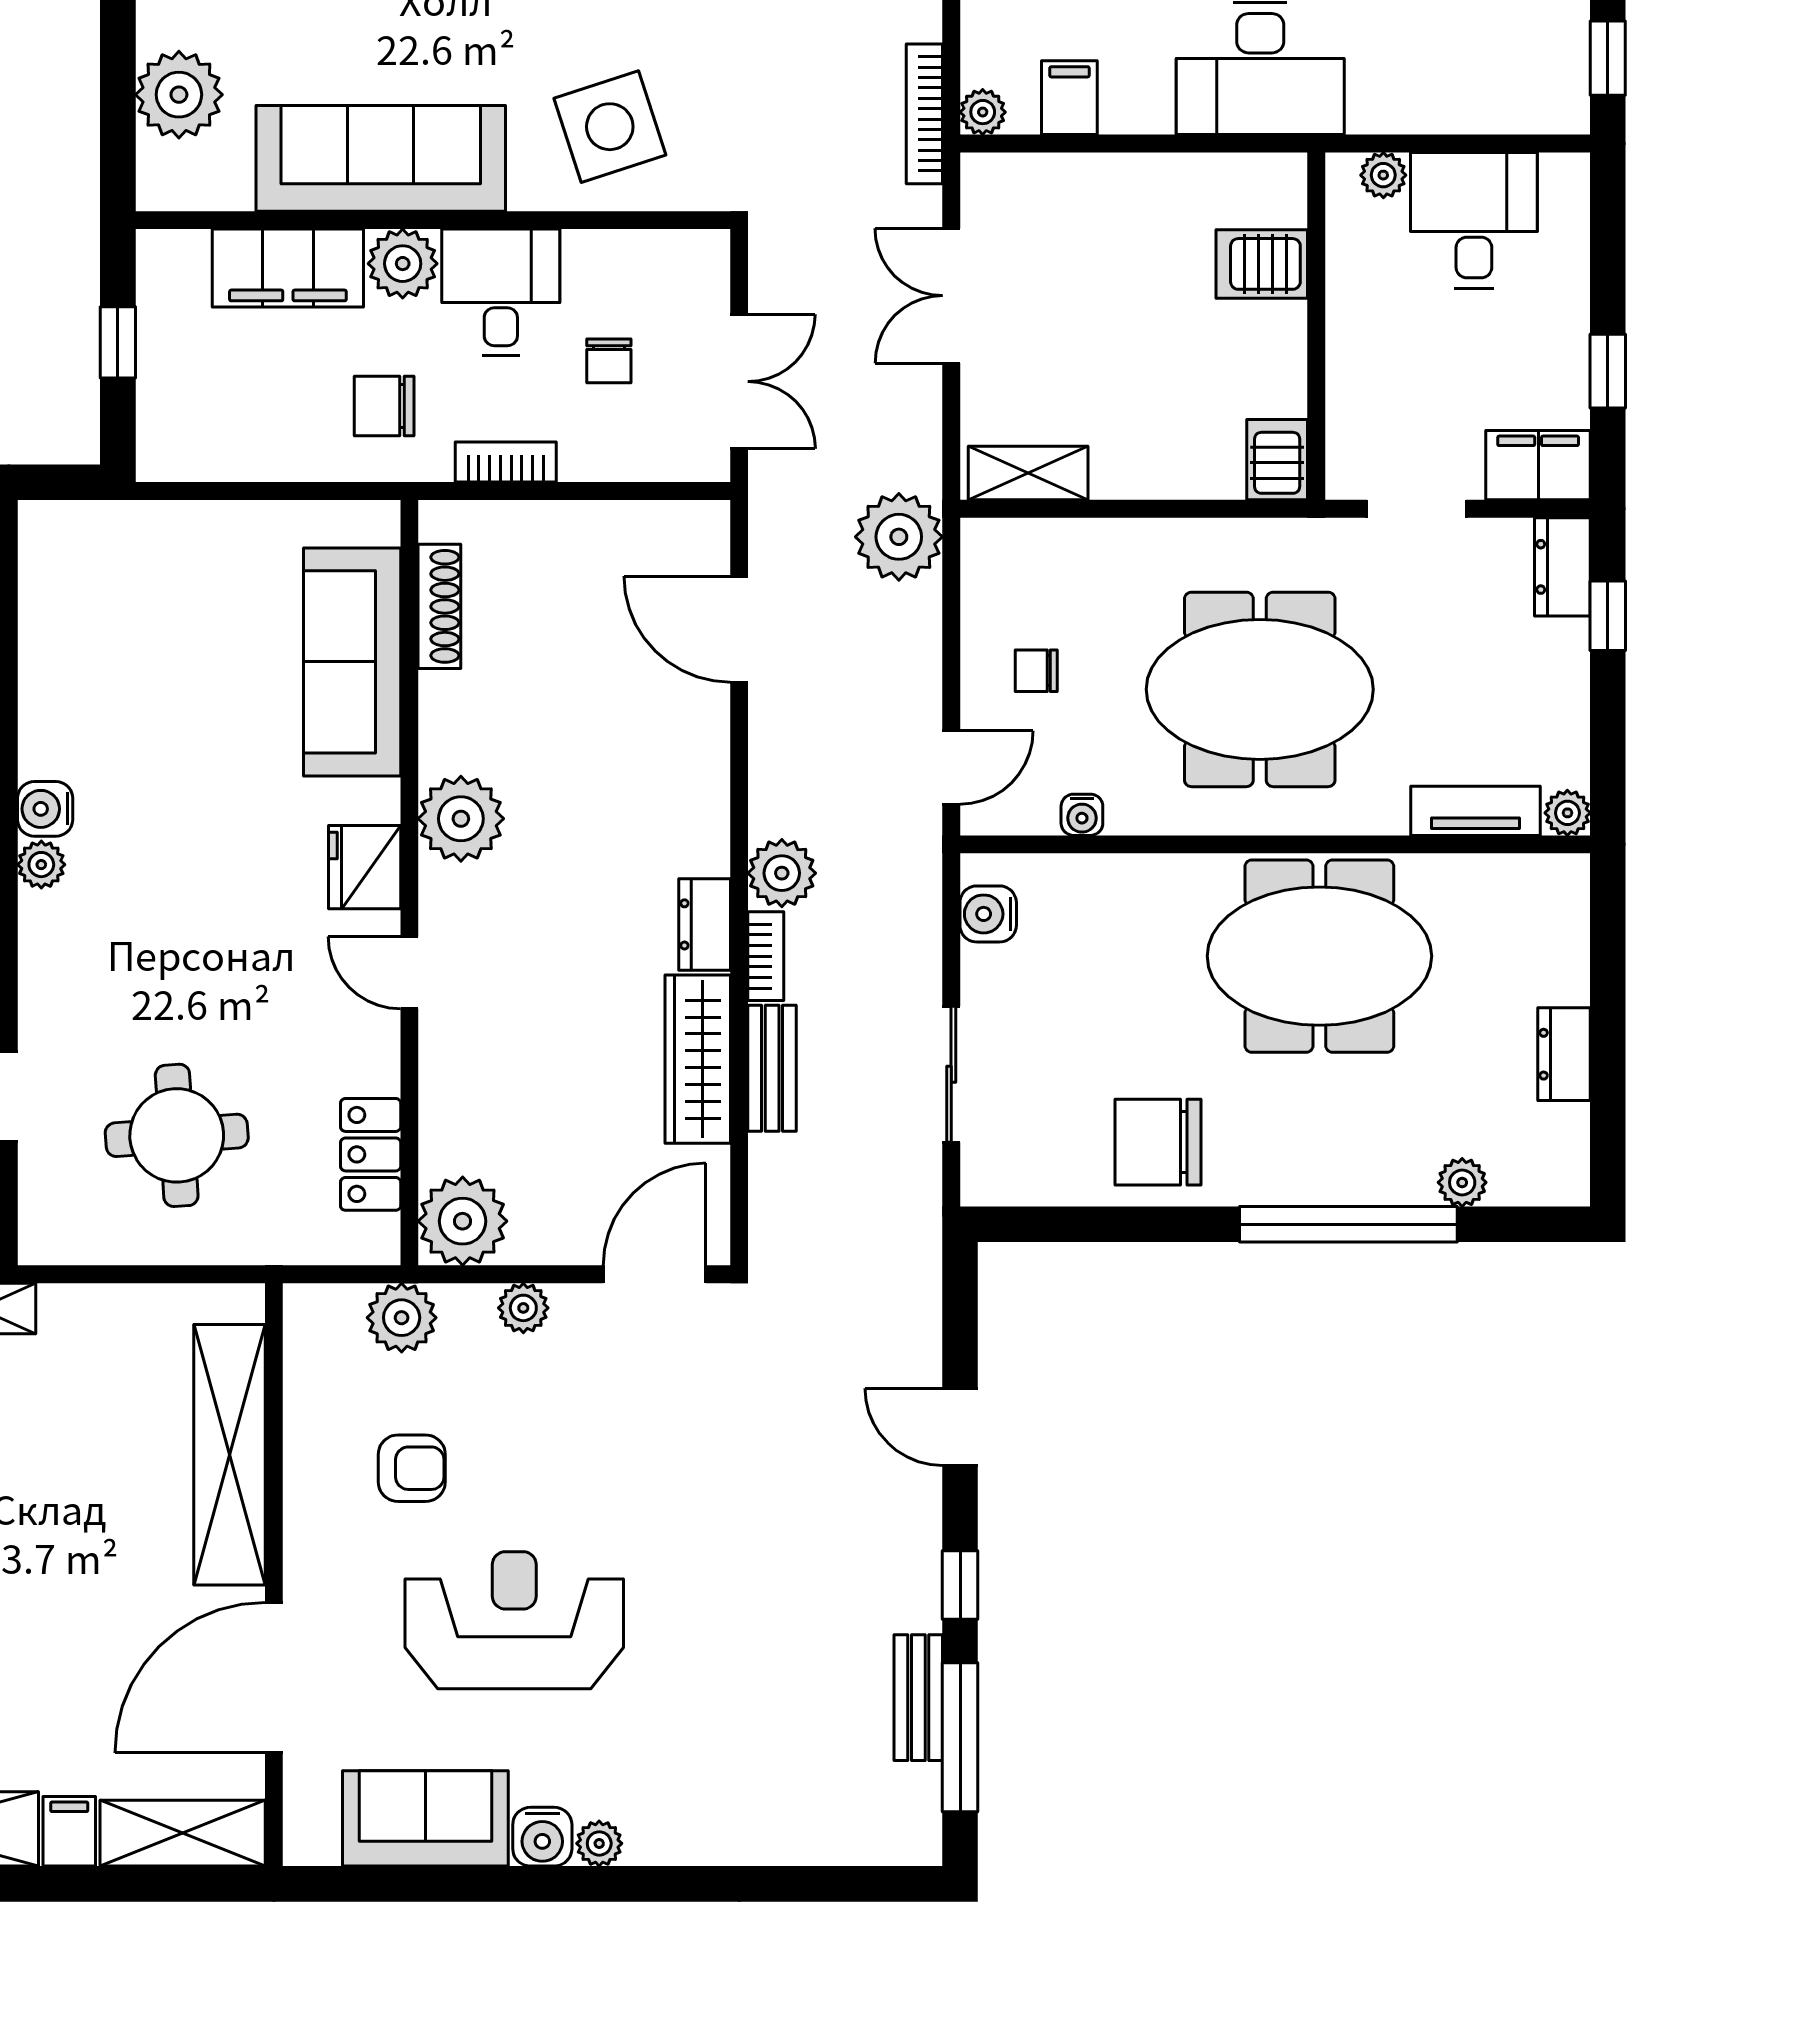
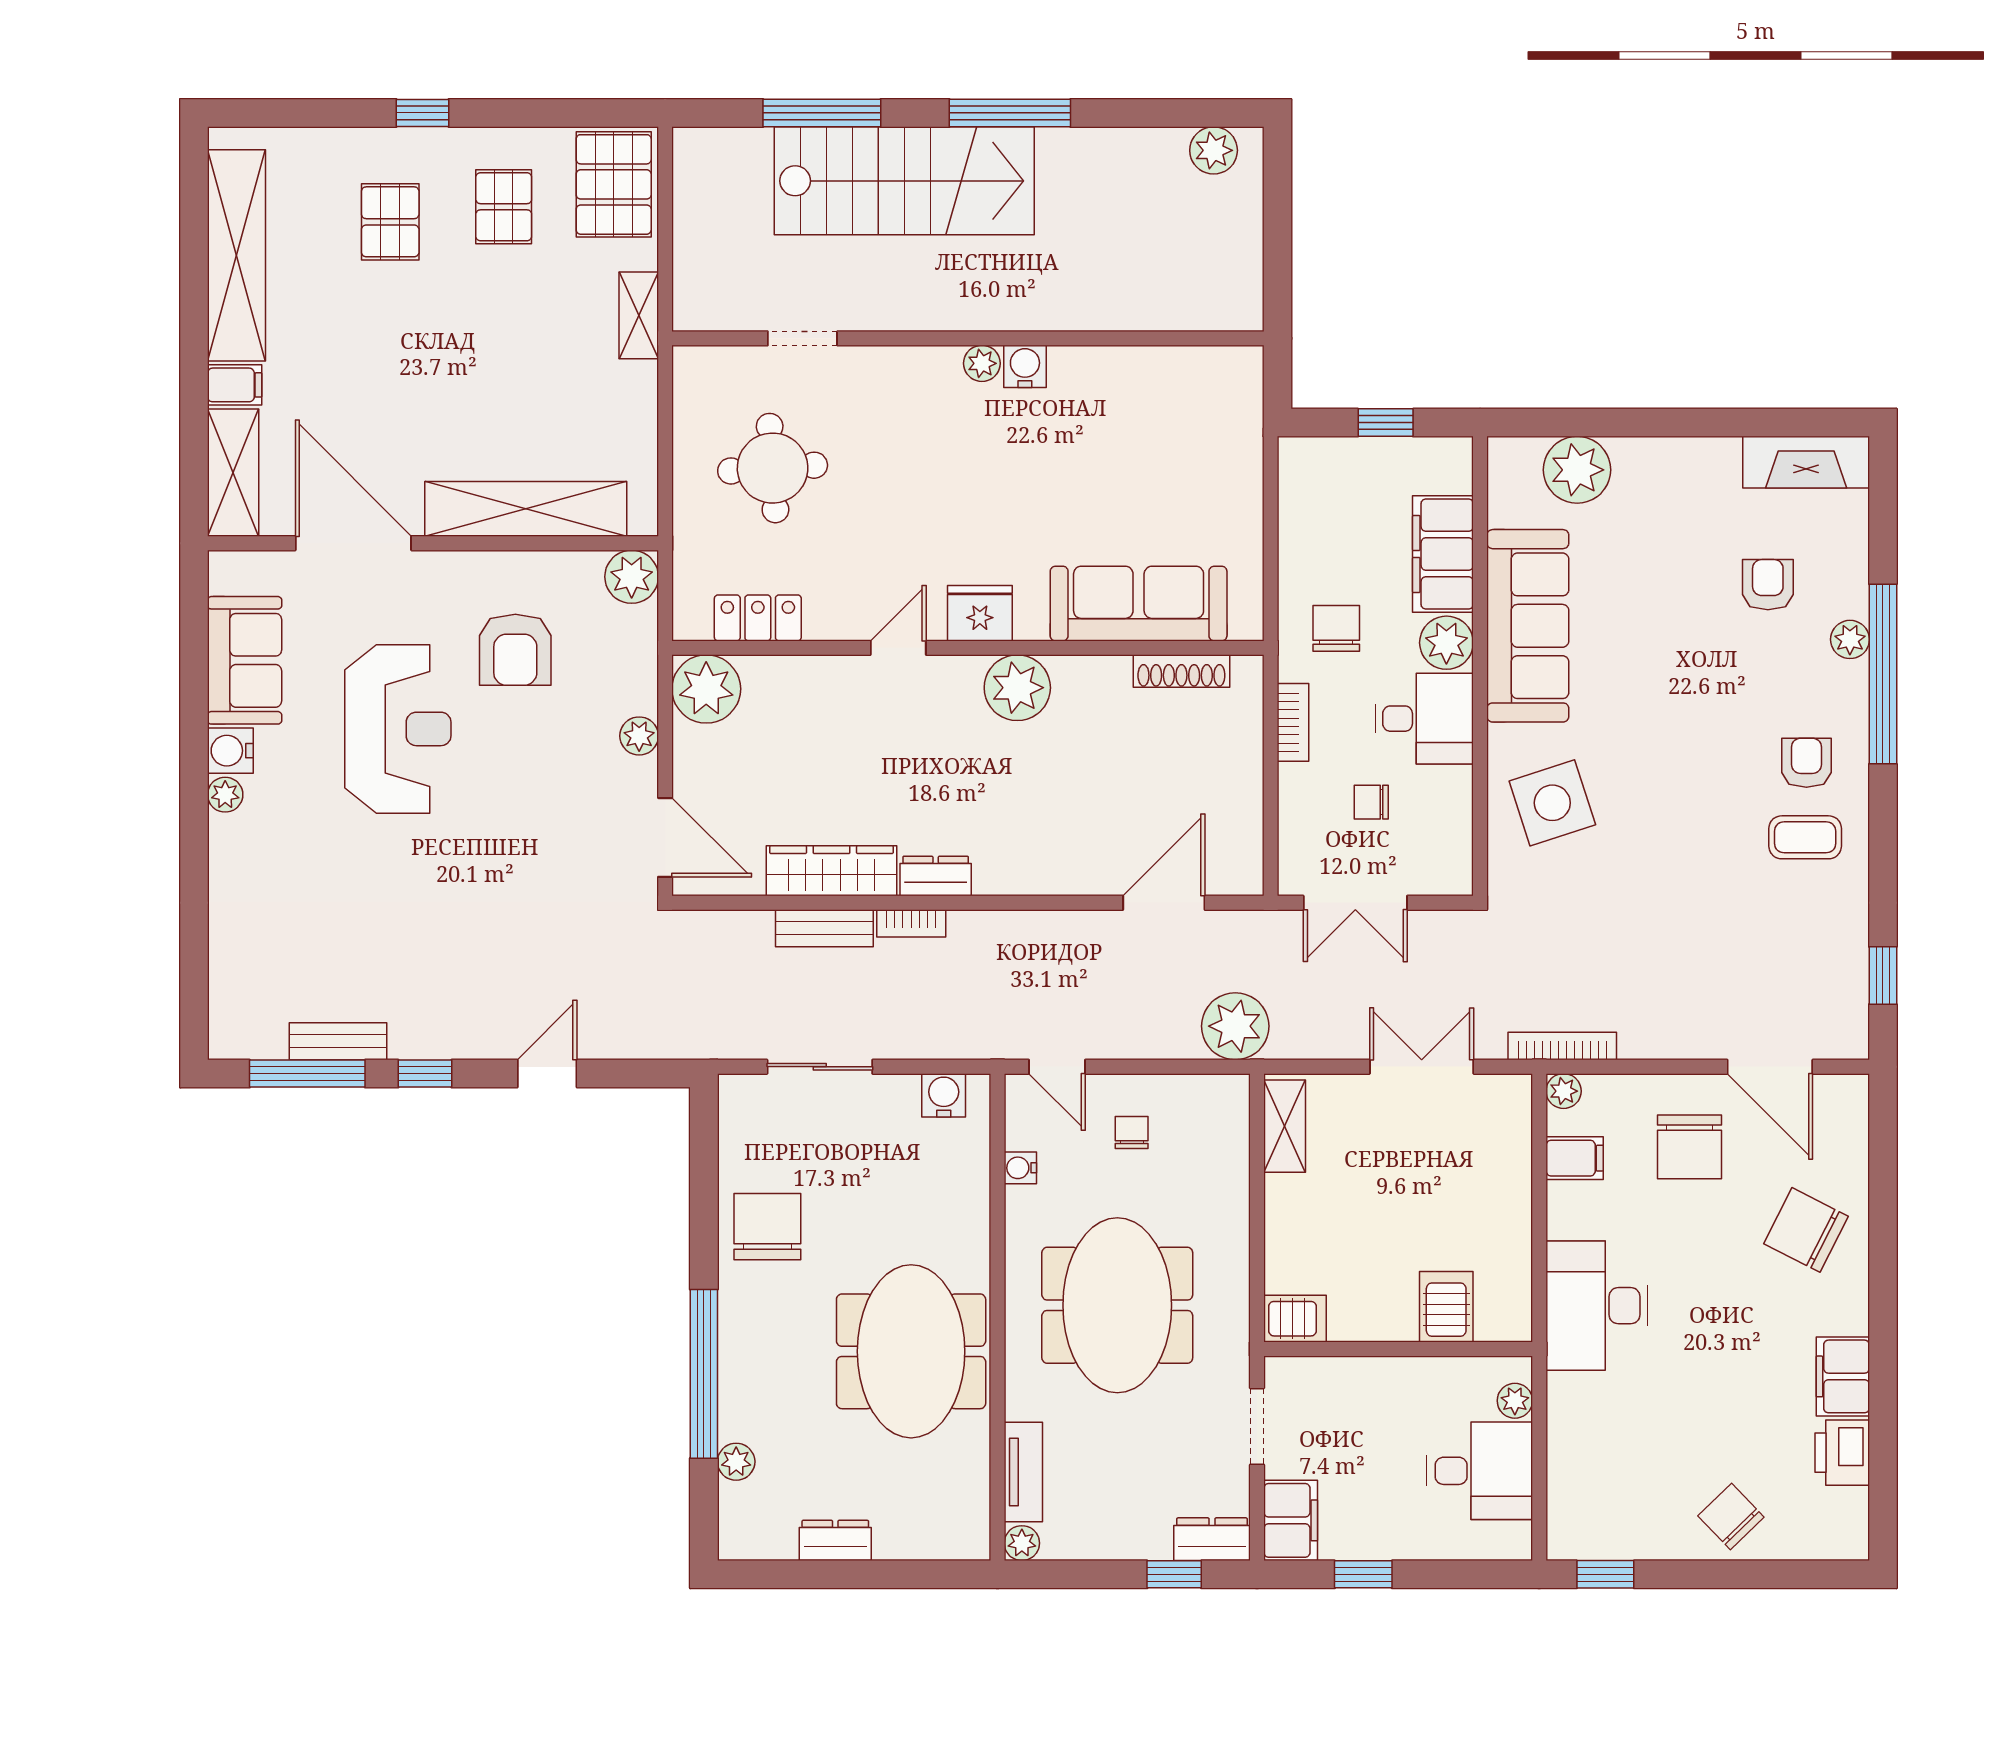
plant: (782, 873) -> (975, 936), removed
plant: (402, 1318) -> (632, 577), moved
armchair: (412, 1468) -> (515, 650), width x1.38, depth x1.38

